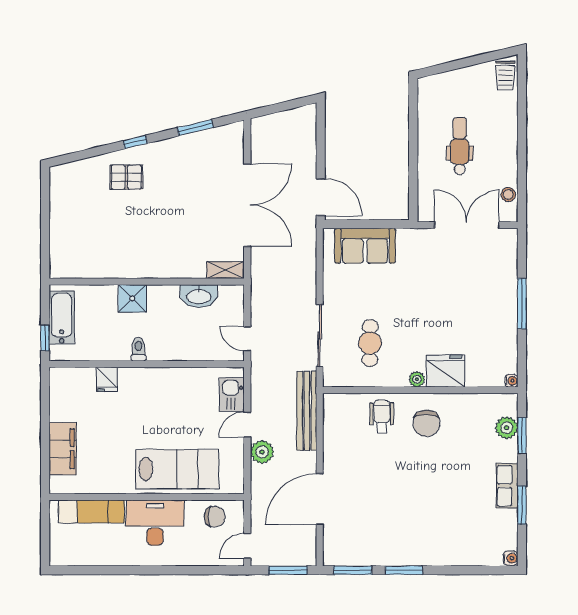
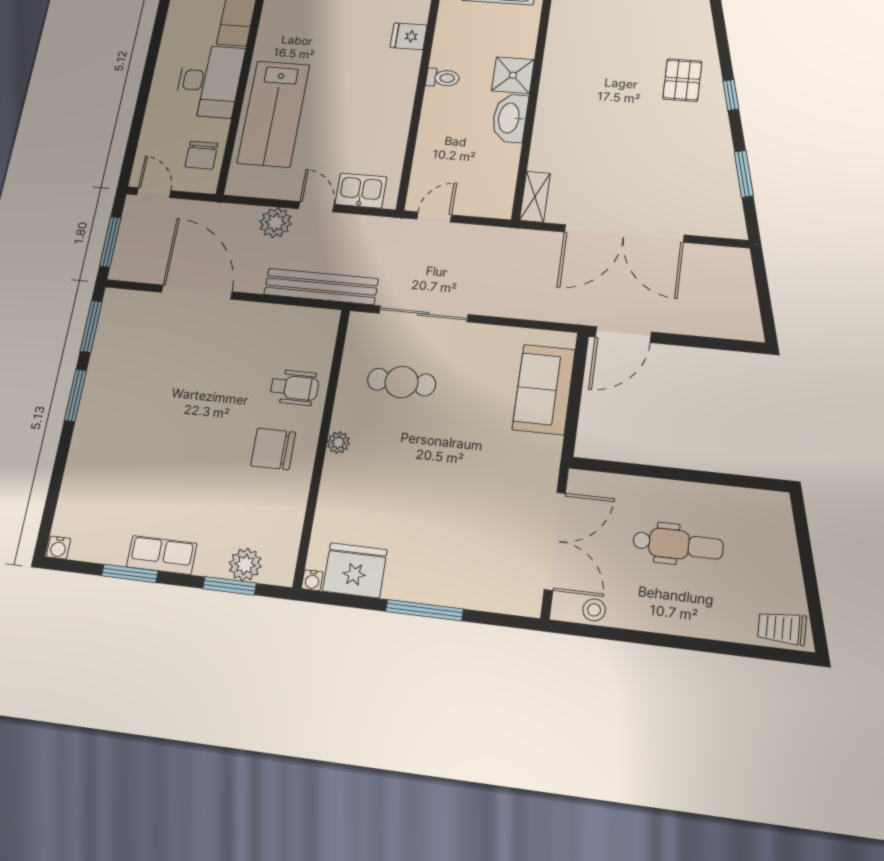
washbasin: (199, 296) -> (510, 118), moved
fridge: (446, 371) -> (355, 570), moved, turned -90

